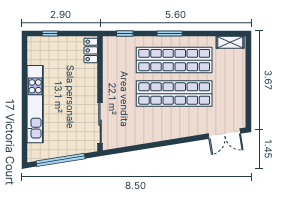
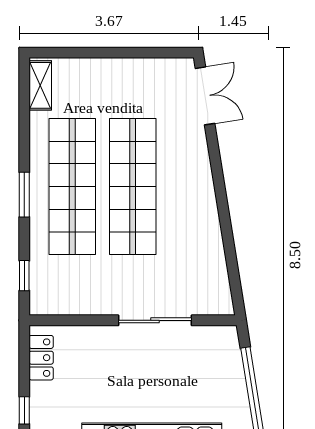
locker: (91, 50) -> (41, 358), moved, turned -90
sliding door: (100, 123) -> (155, 320), moved

